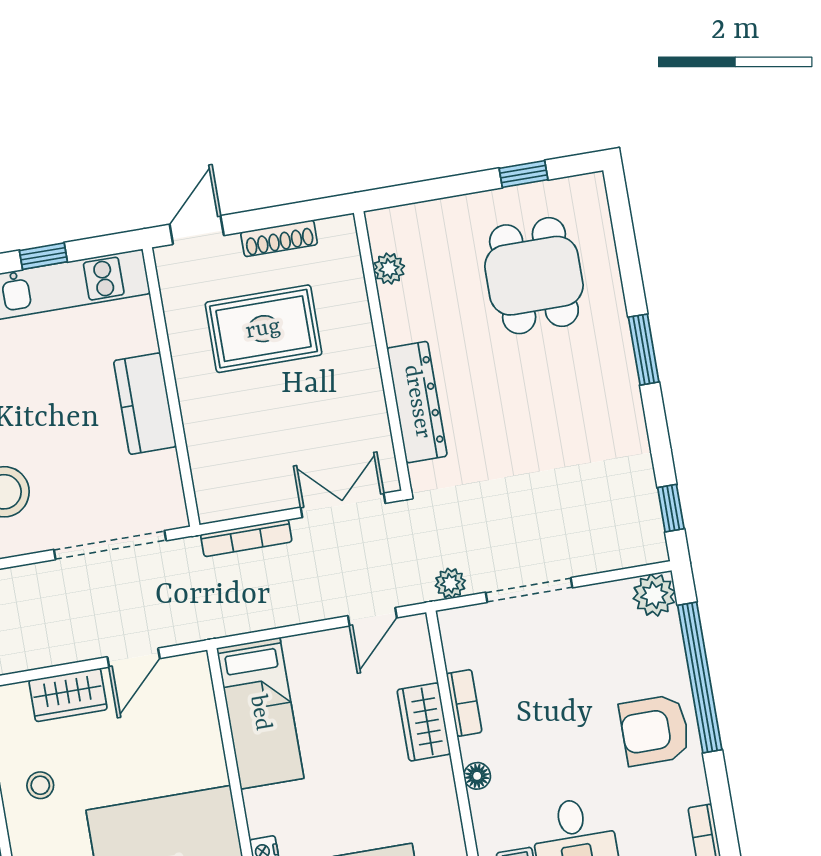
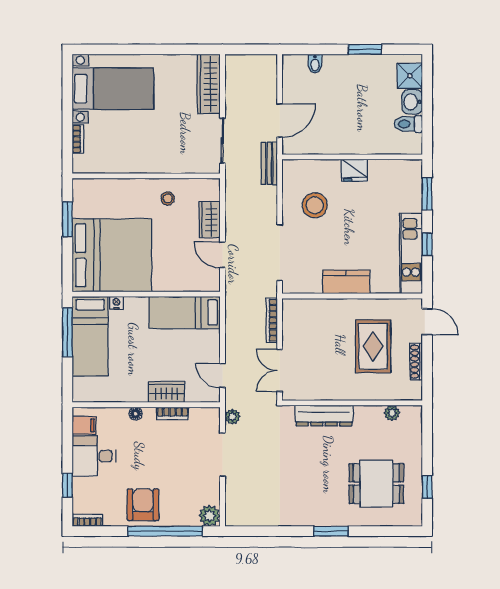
double door: (343, 505) -> (280, 371), swing flipped
window: (671, 508) -> (251, 531), removed

